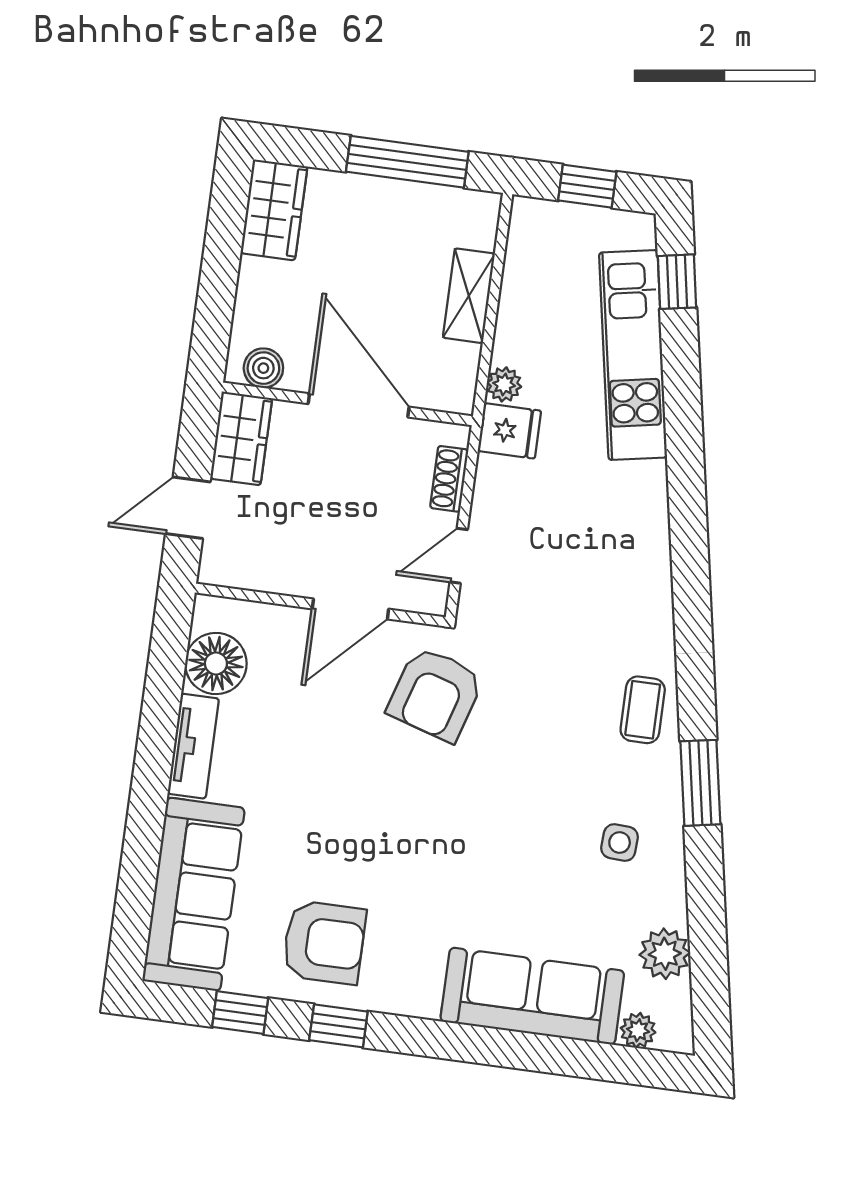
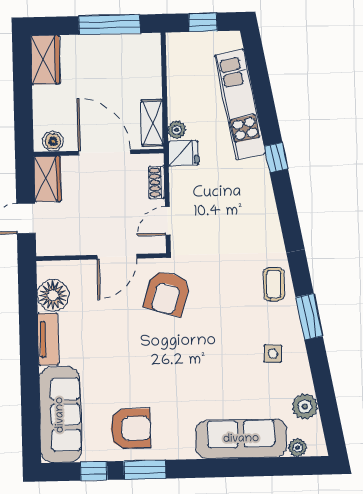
window: (677, 282) -> (276, 158), moved
shelving: (469, 296) -> (152, 123), moved
window: (338, 1026) -> (145, 470), width x1.50

